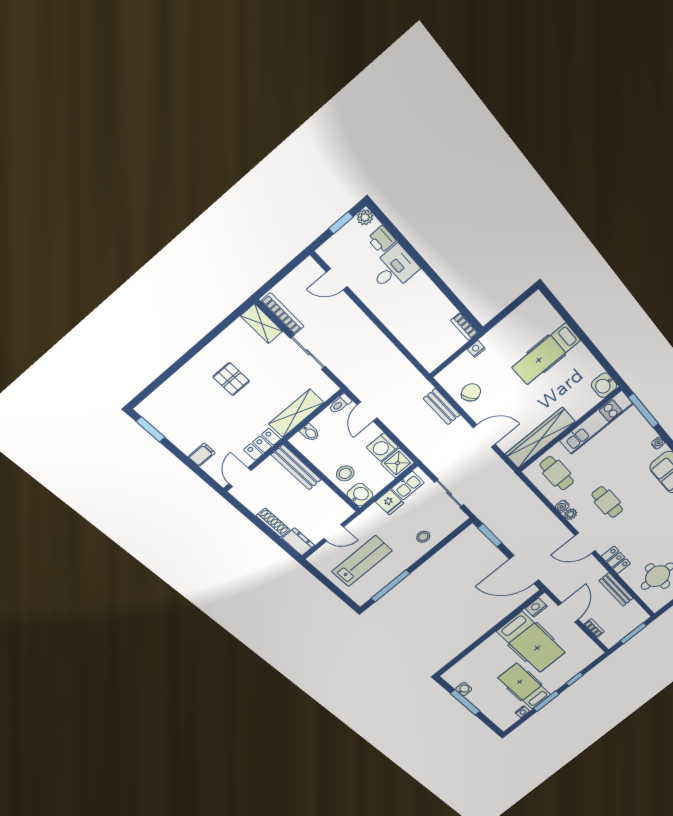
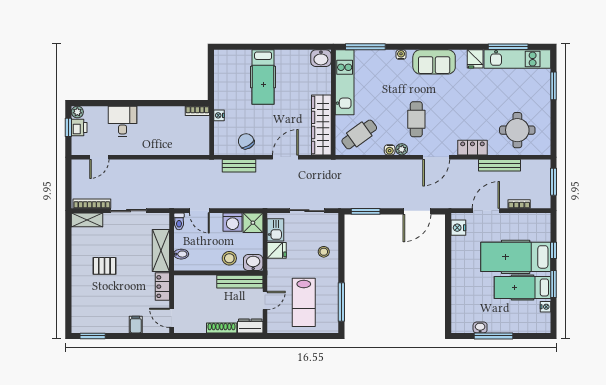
printer: (382, 240) -> (79, 128), moved, turned -90
bench: (296, 467) -> (240, 282), moved
cafe table: (557, 473) -> (359, 134), turned -36
cafe table: (607, 502) -> (416, 119), turned 90
lab bench: (362, 561) -> (304, 302), turned 180
door: (524, 570) -> (417, 211), width x0.73
door: (568, 613) -> (486, 211), hinge flipped
hospital bed: (531, 642) -> (516, 257), moved, turned 180

